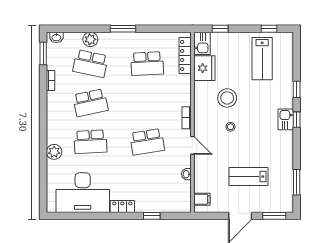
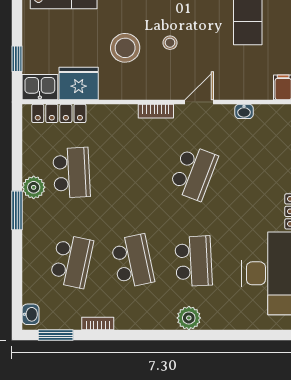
plant: (90, 39) -> (34, 187), moved
school desk: (147, 142) -> (194, 173), turned 30
plant: (54, 152) -> (189, 318), moved

